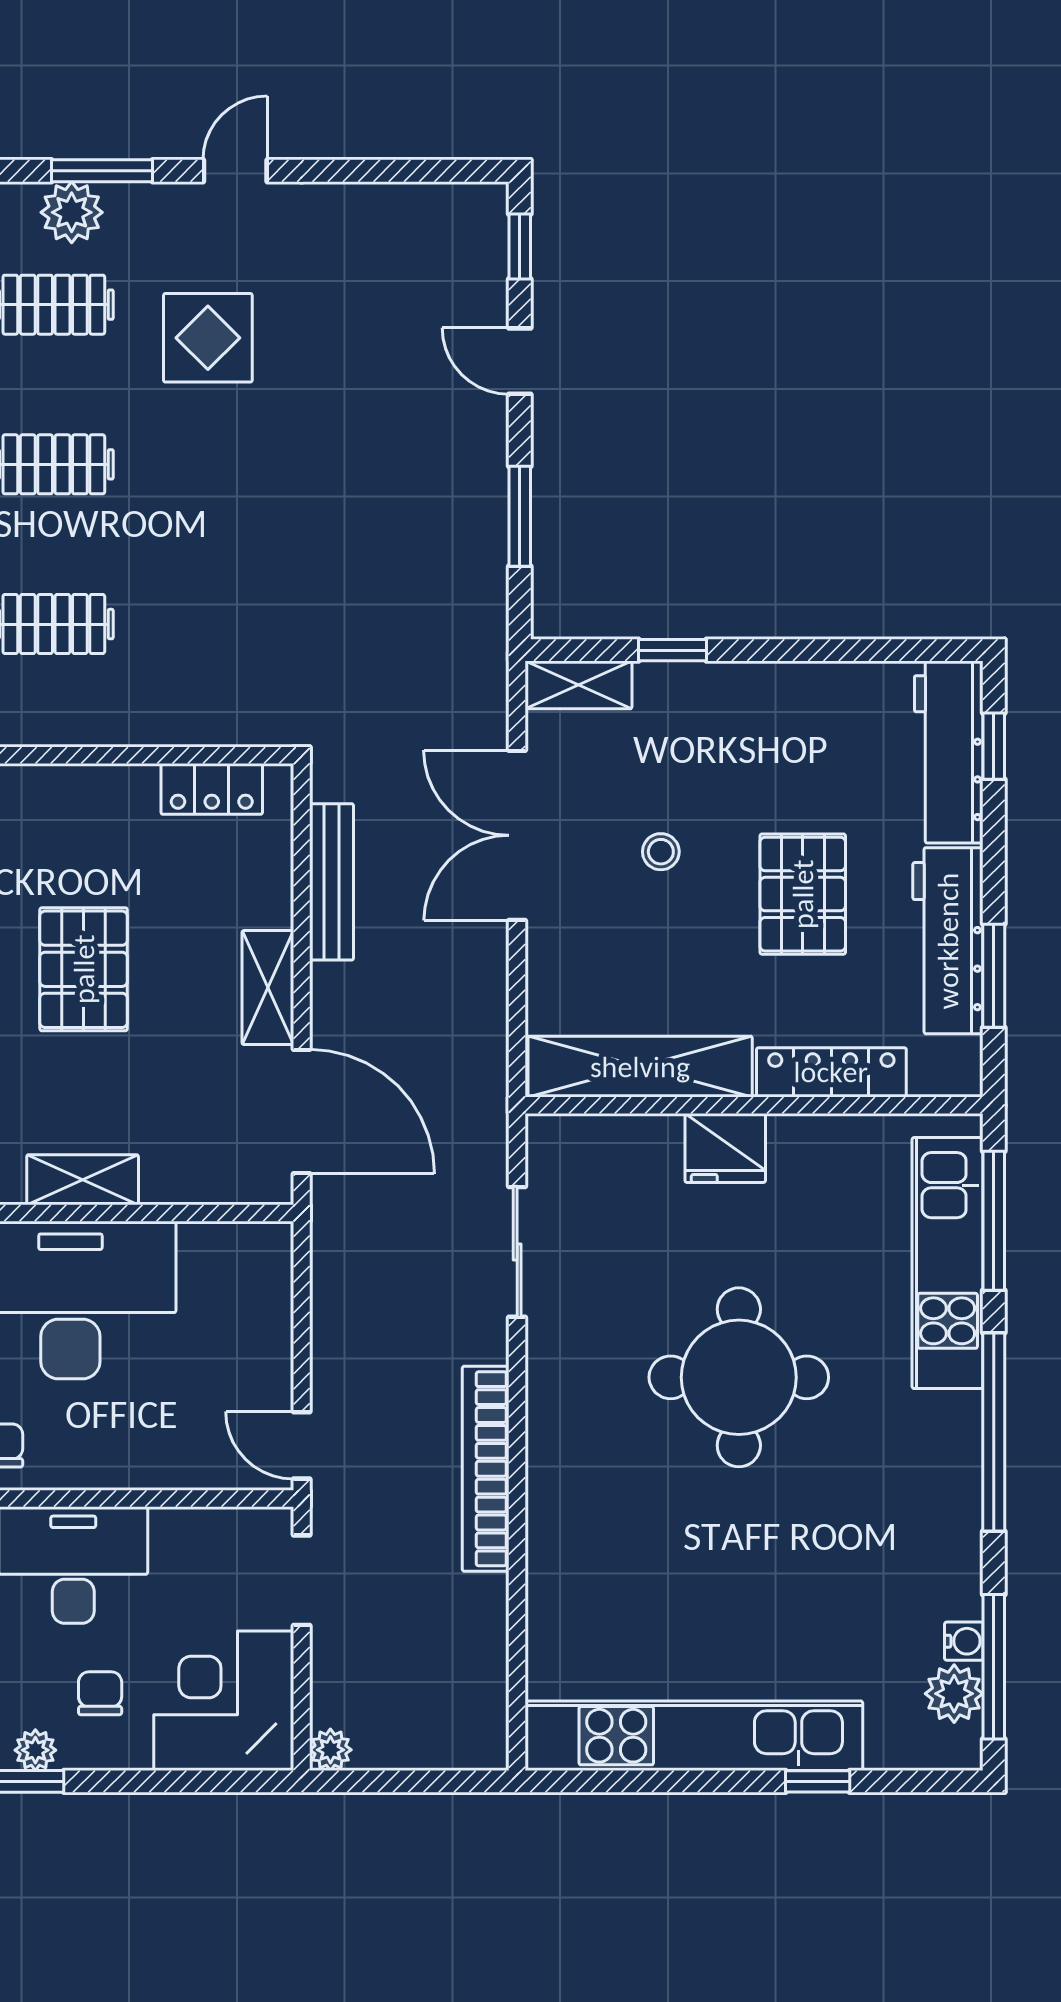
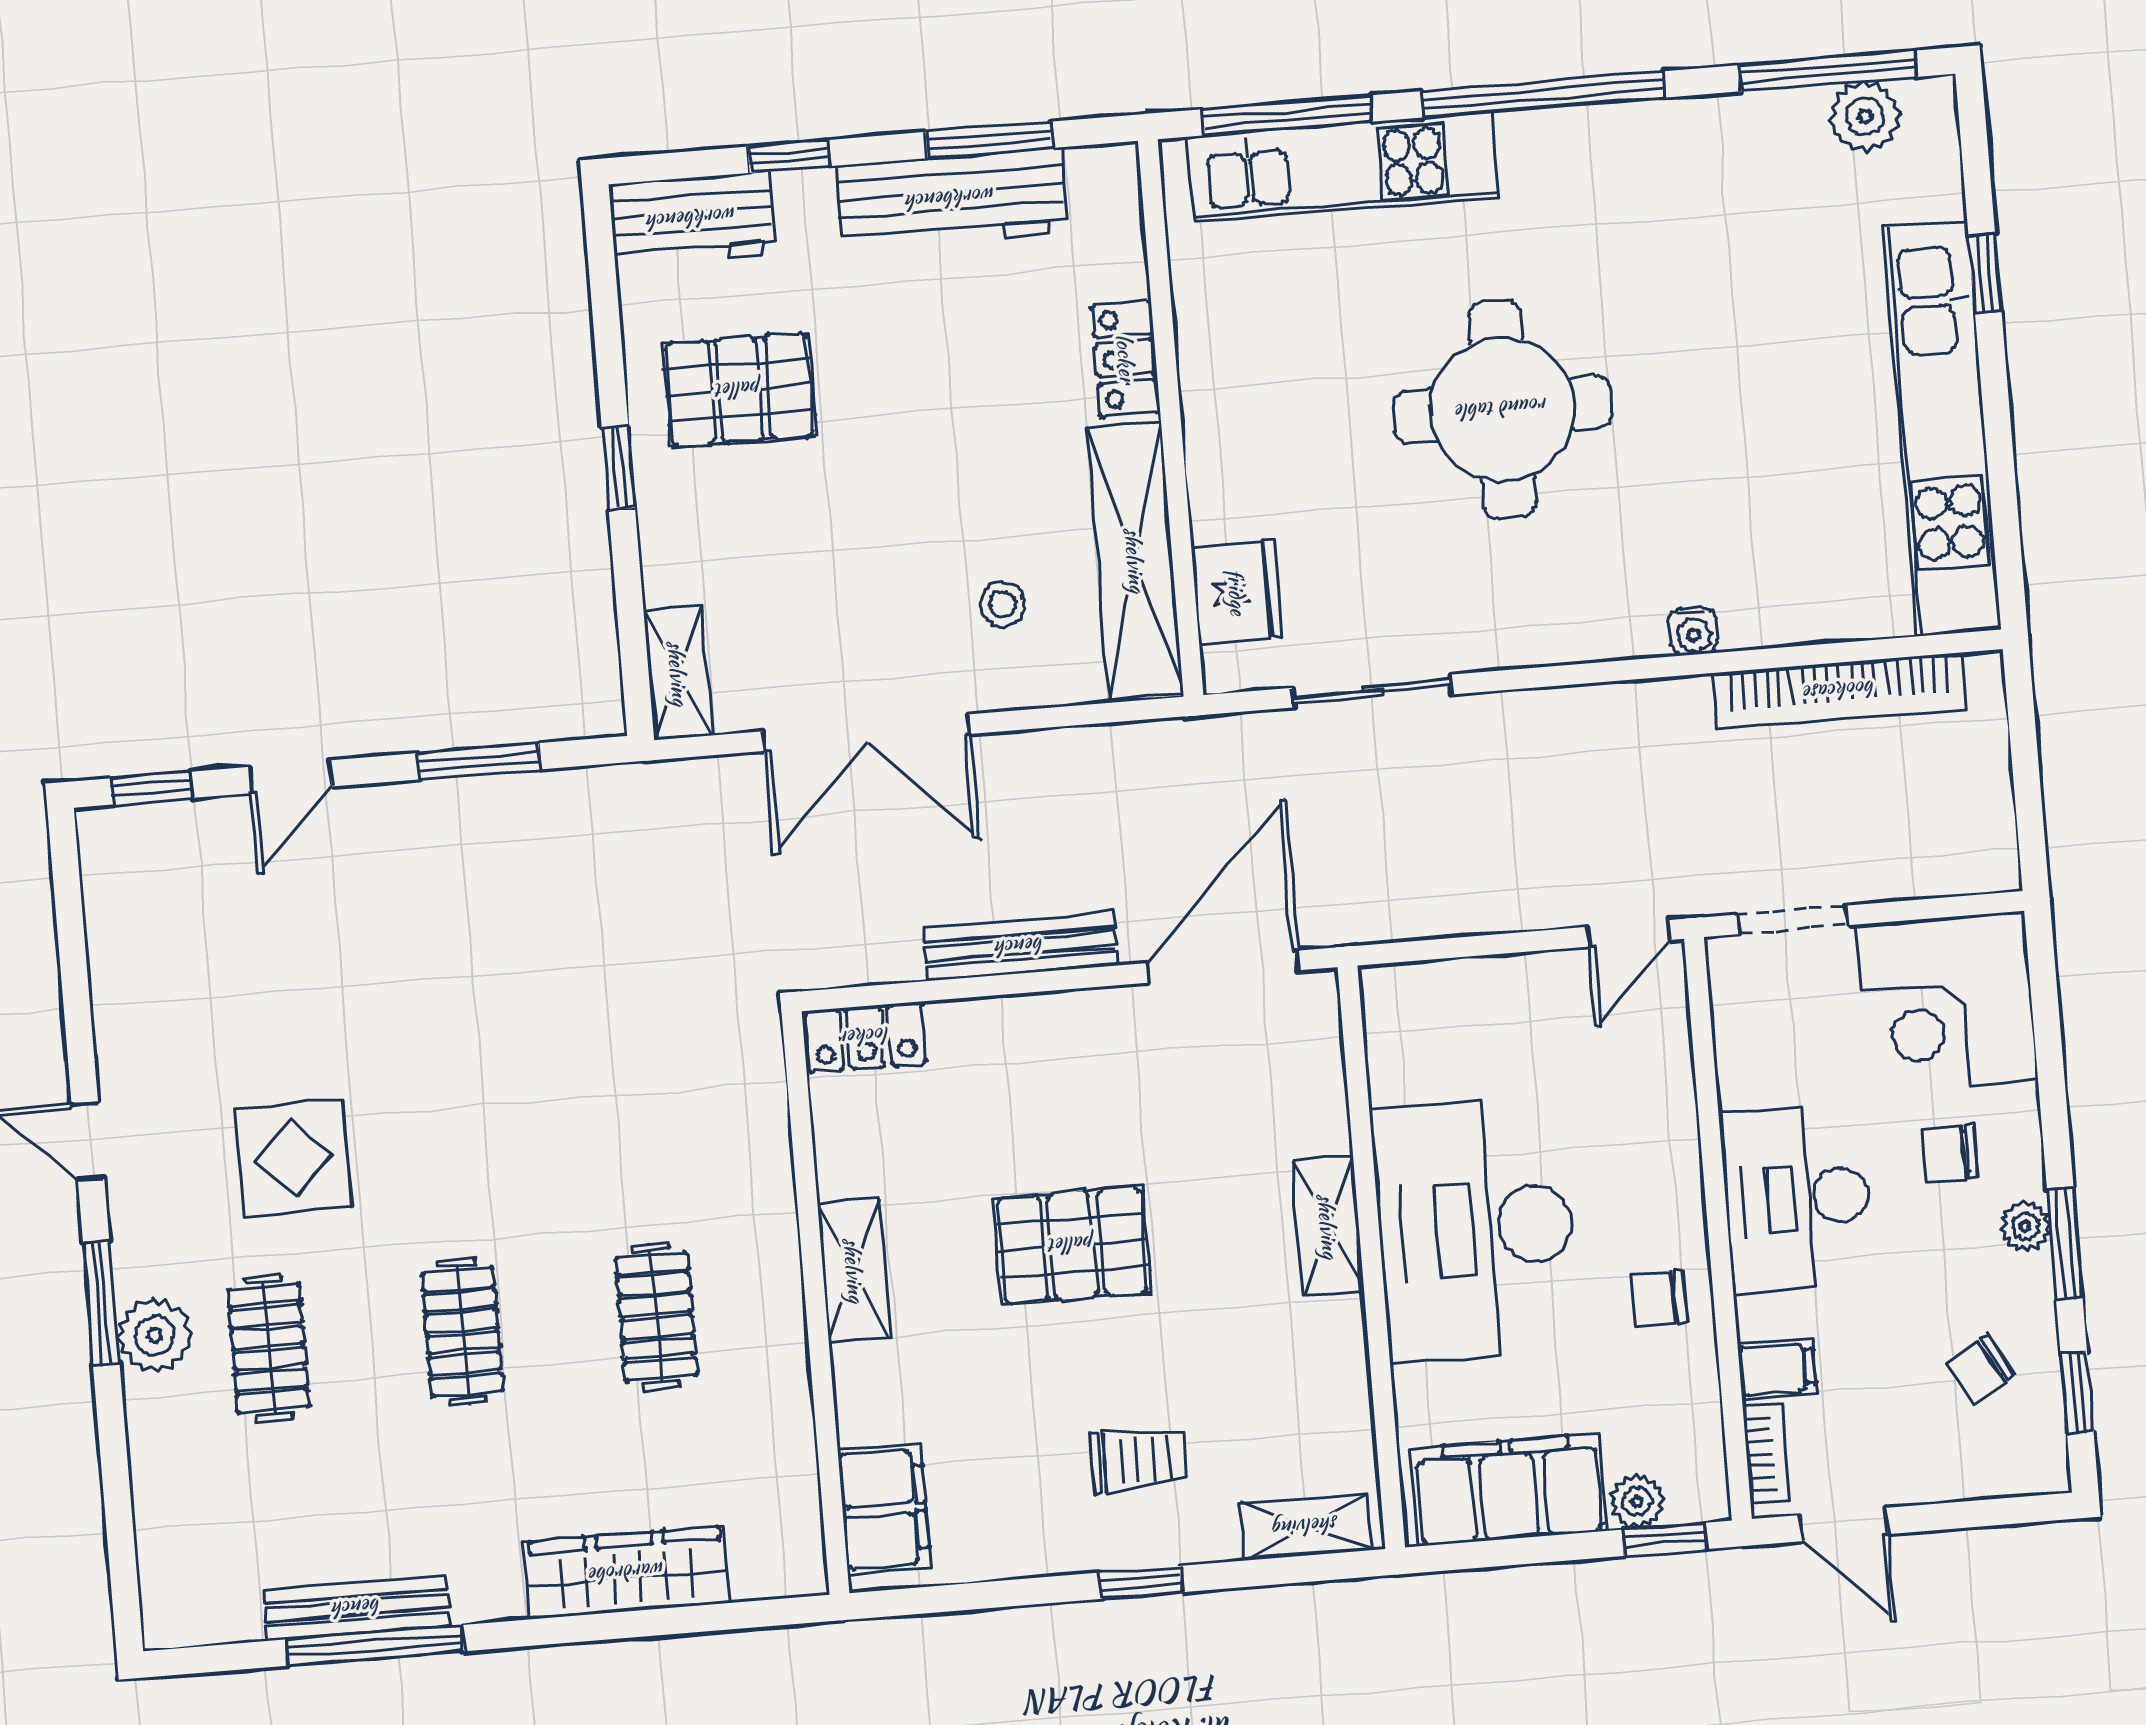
window: (673, 650) -> (618, 468), moved
window: (994, 746) -> (789, 156), moved
workbench: (949, 752) -> (692, 219), width x0.73
locker: (212, 789) -> (865, 1037), moved, turned 90
stool: (661, 852) -> (1002, 604), moved
bench: (332, 882) -> (1020, 947), moved
pallet: (803, 894) -> (739, 390), moved
shelving: (268, 988) -> (854, 1270), moved, turned 90
locker: (831, 1072) -> (1126, 359), width x0.66
fridge: (725, 1148) -> (1237, 592), moved
bookcase: (486, 1469) -> (1840, 691), moved
water cooler: (964, 1641) -> (1693, 631), moved, turned 180
plant: (330, 1750) -> (1995, 868), removed

